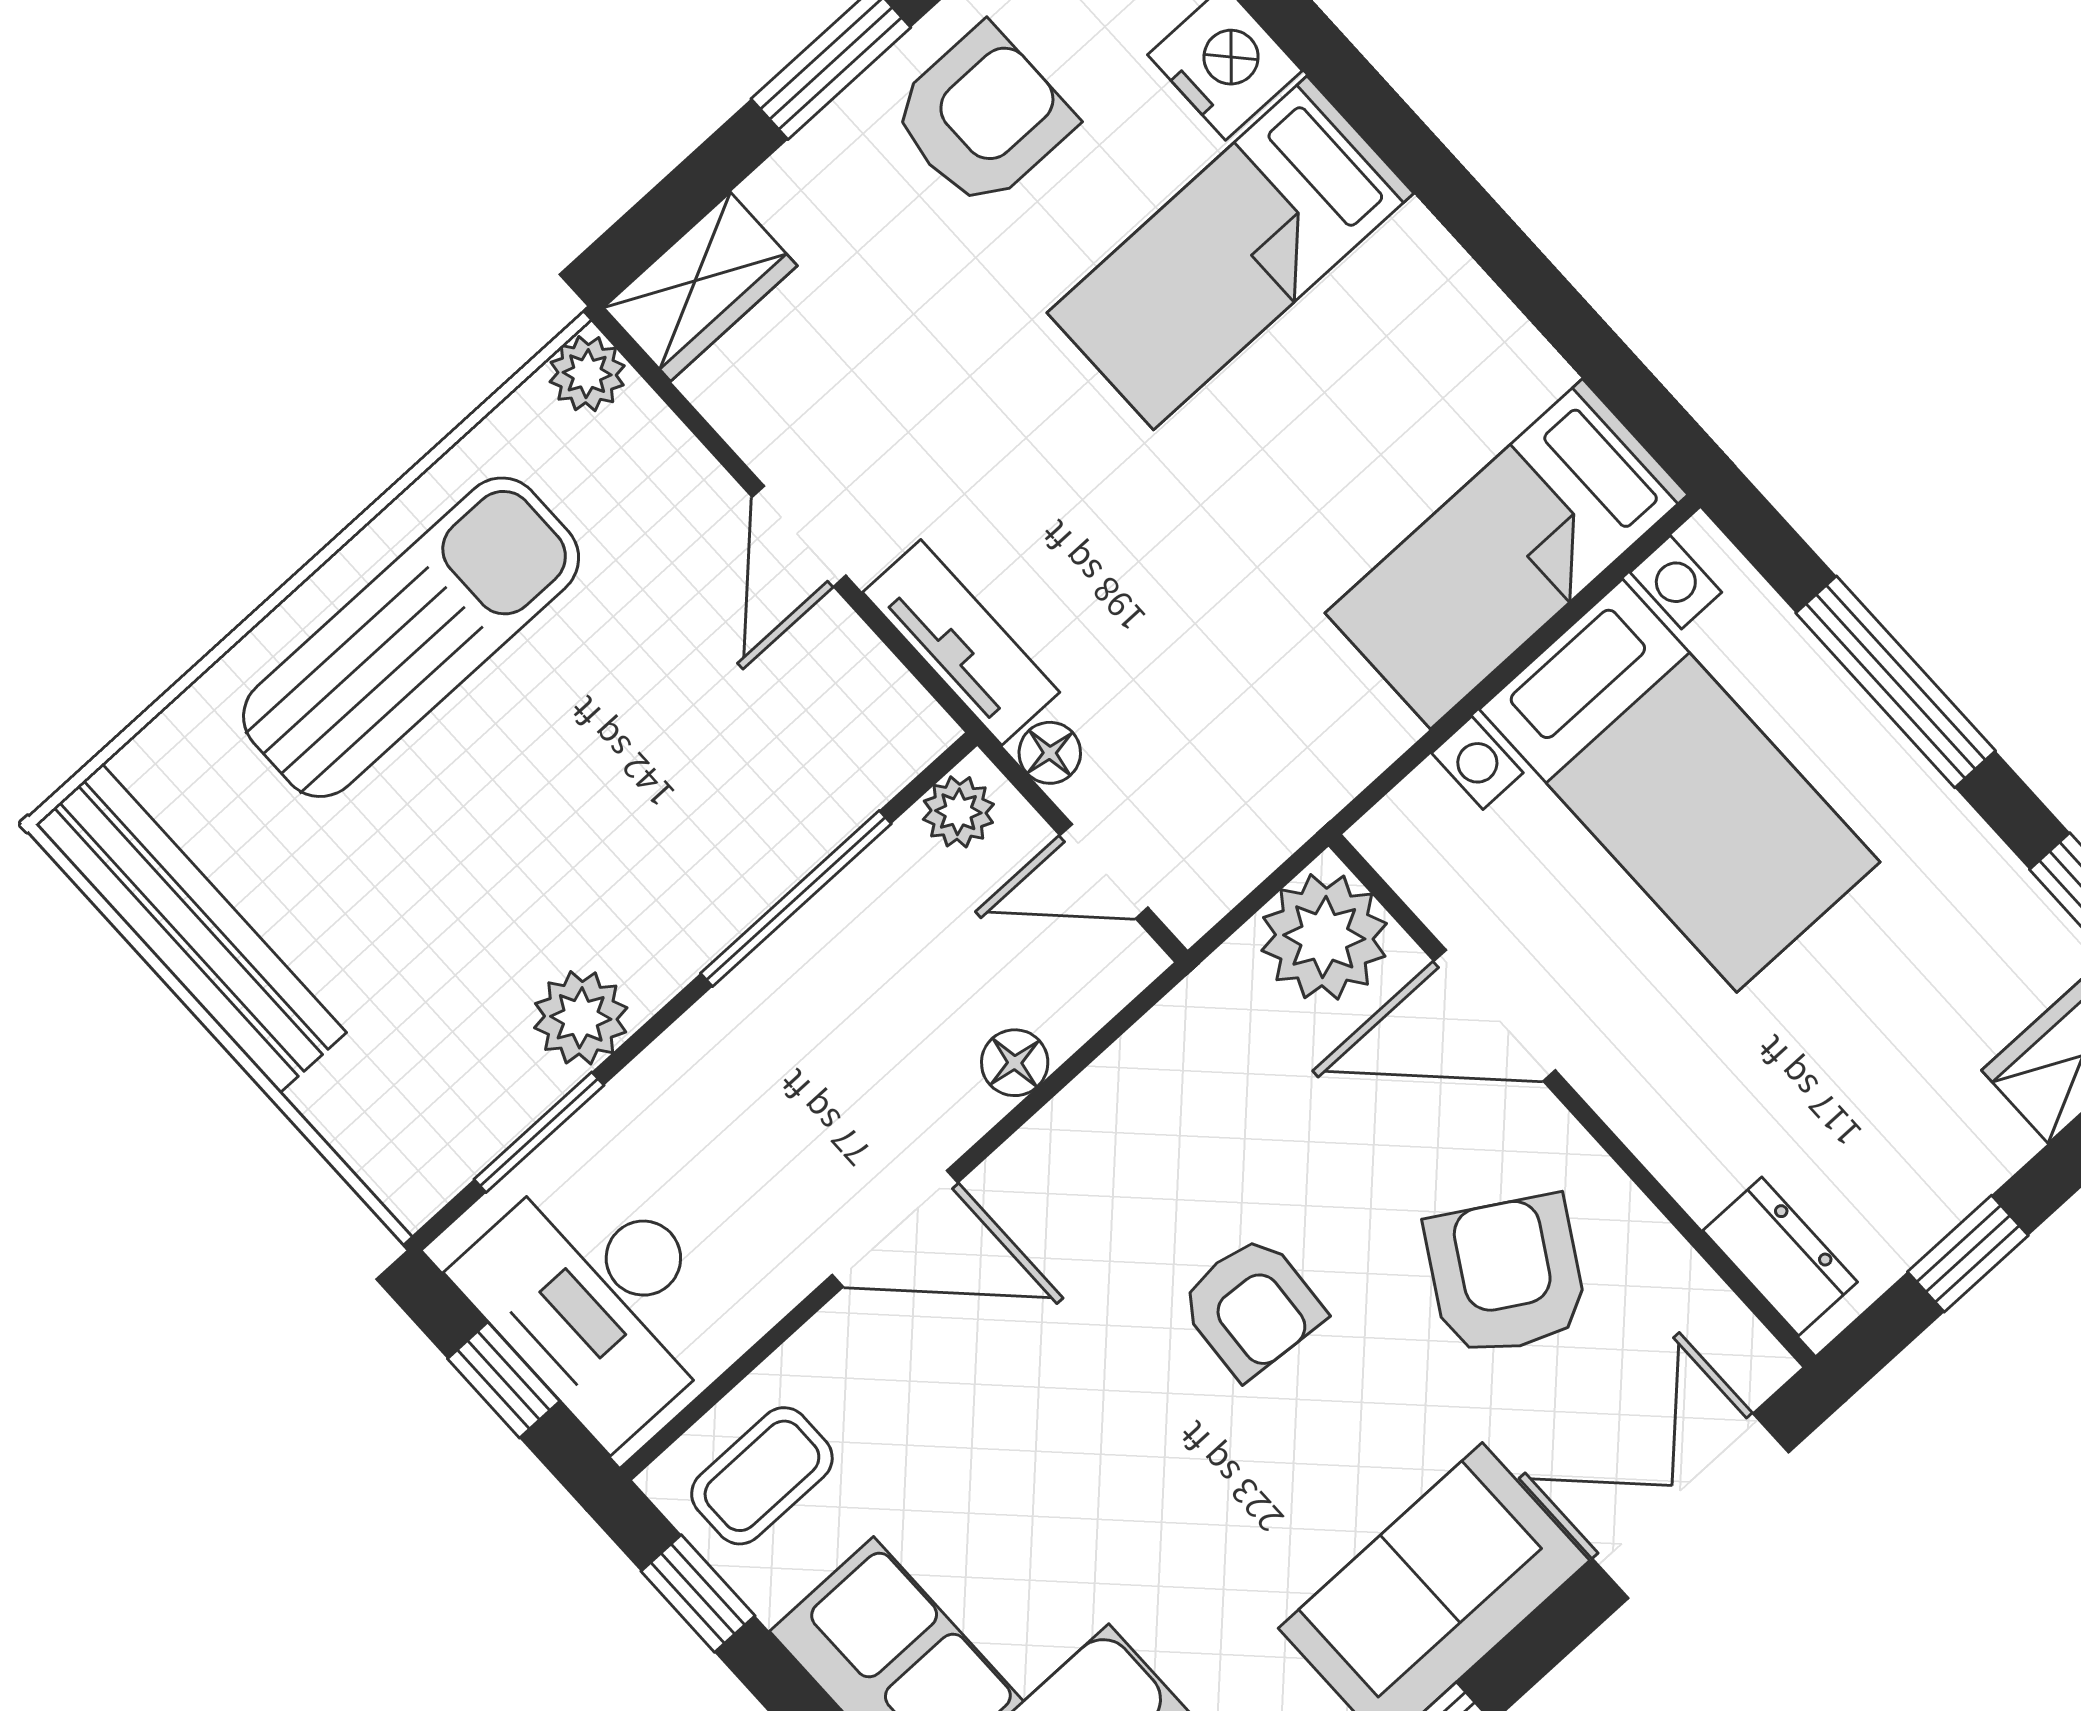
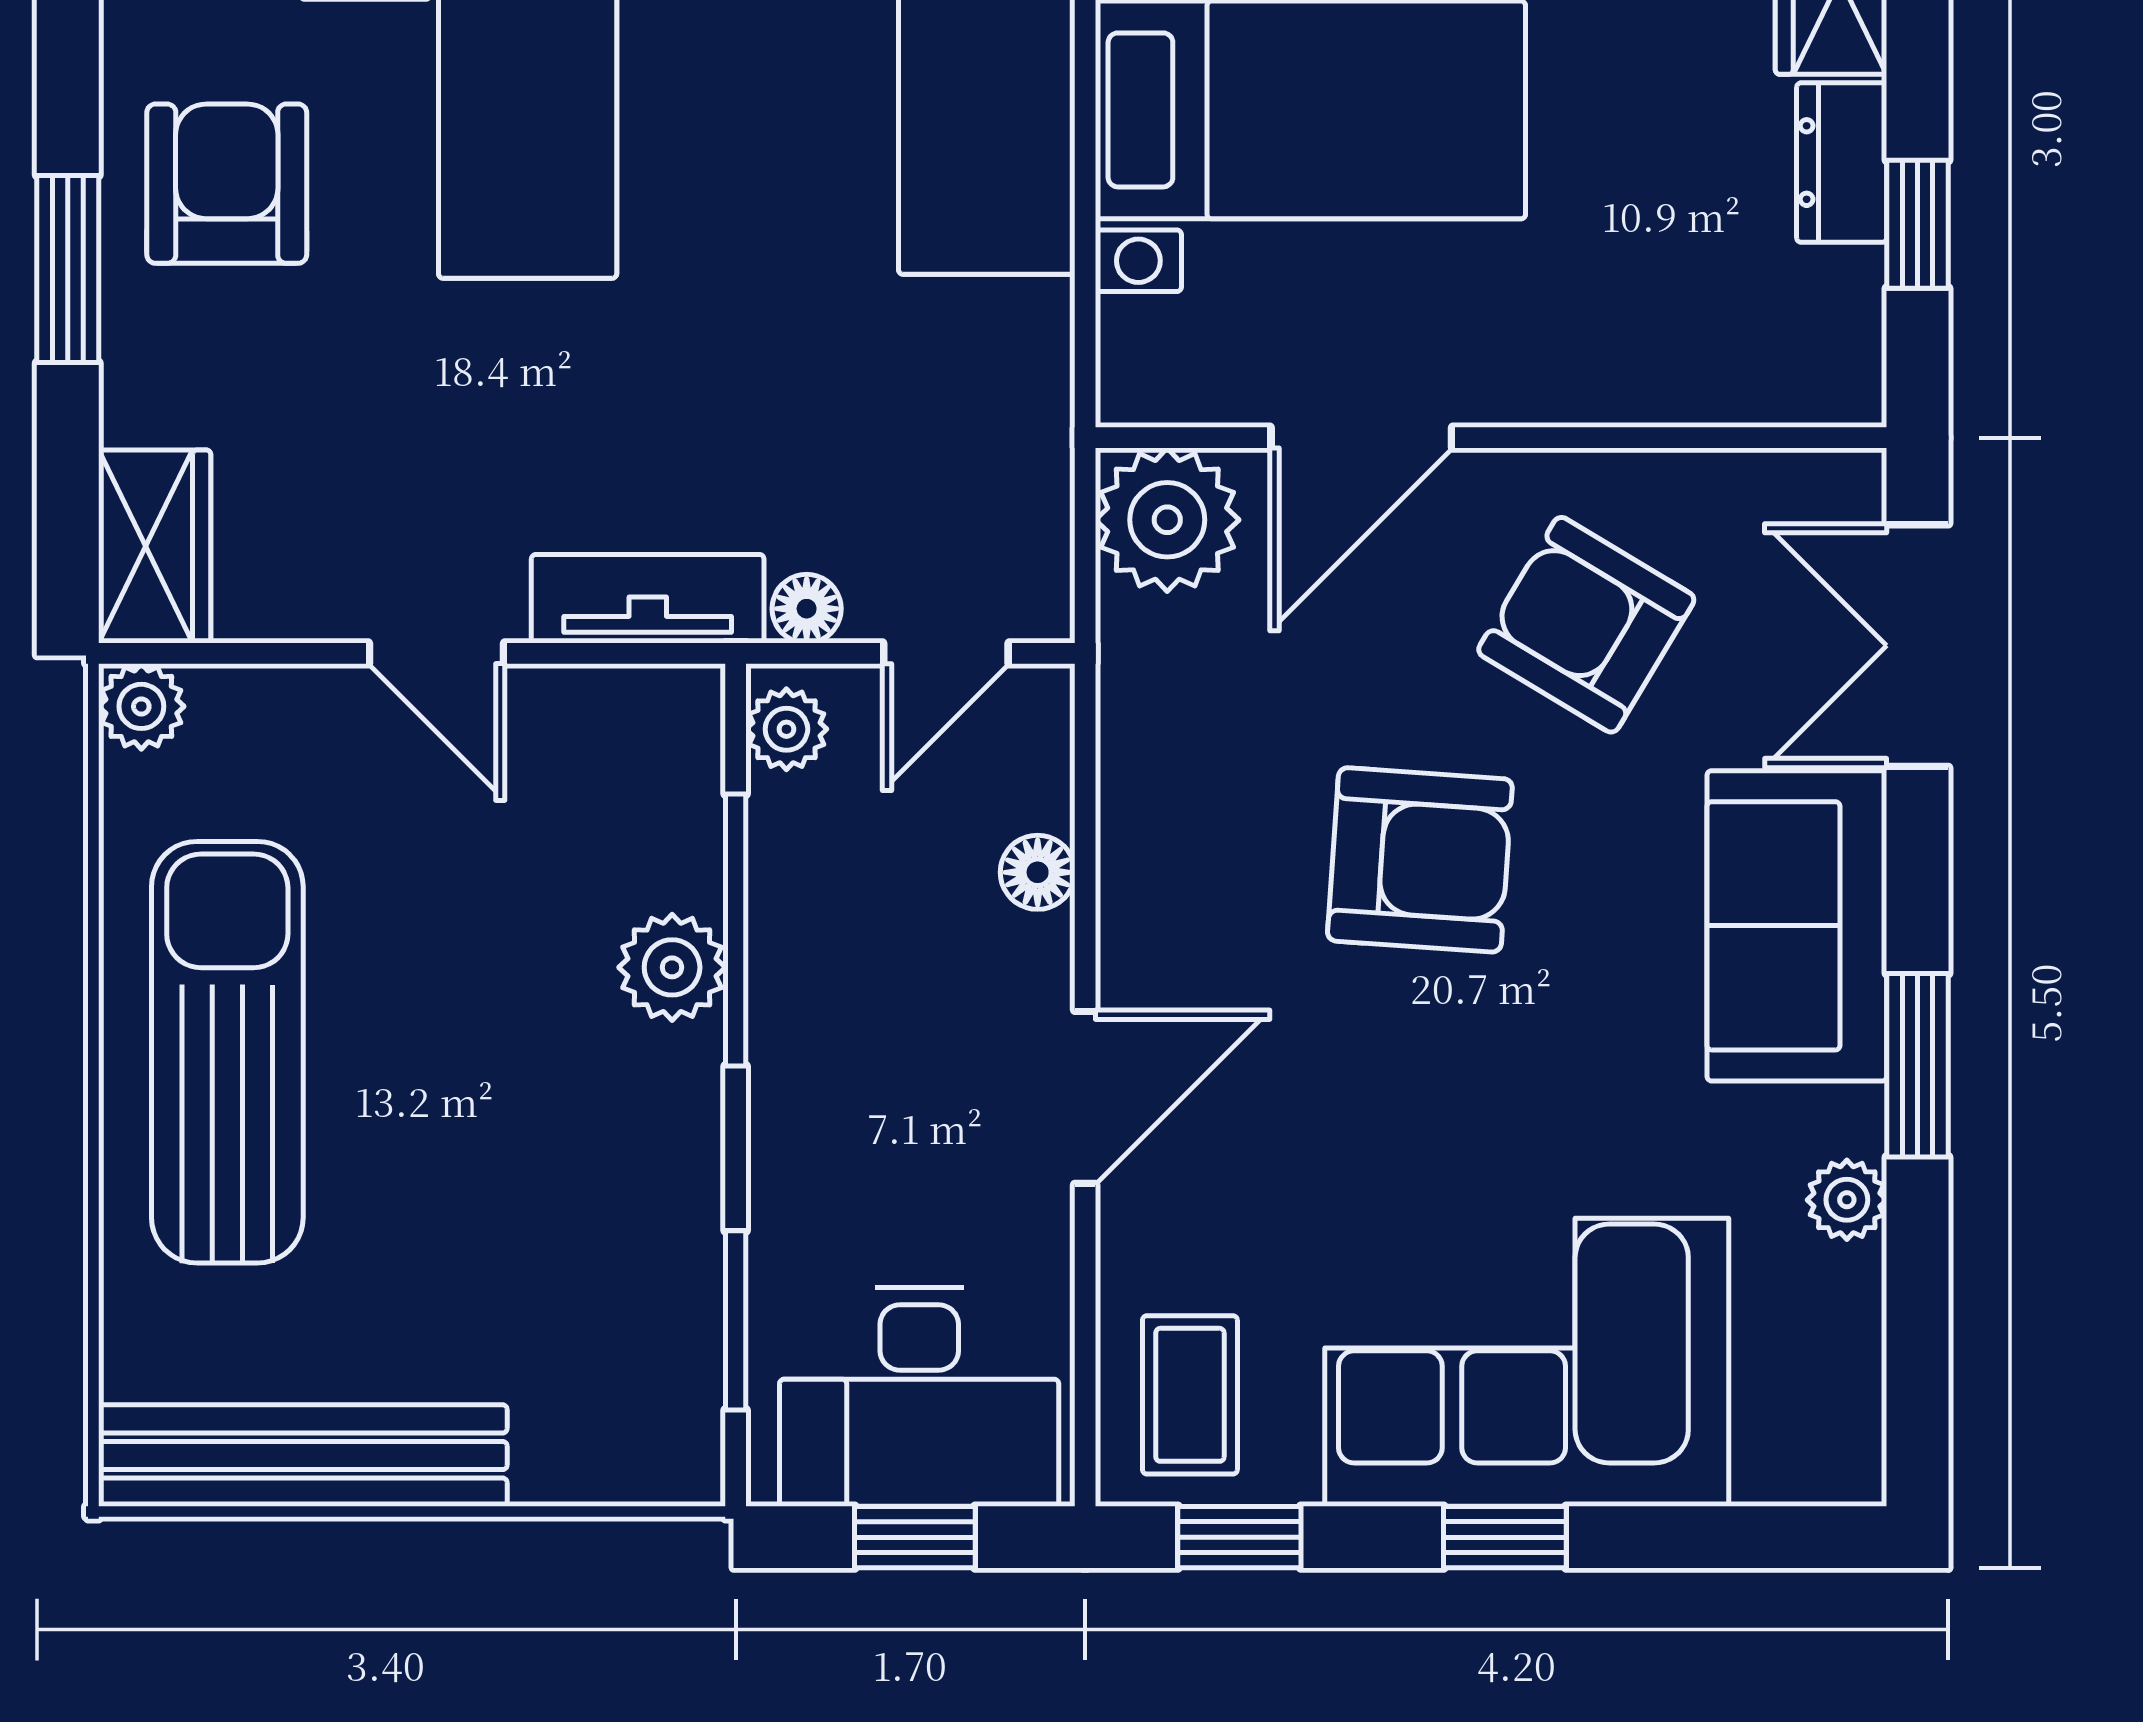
plant: (581, 1018) -> (672, 967), moved
dresser: (1780, 1256) -> (1842, 163), moved, turned -90
armchair: (1252, 1307) -> (1420, 860), width x1.38, depth x1.38

